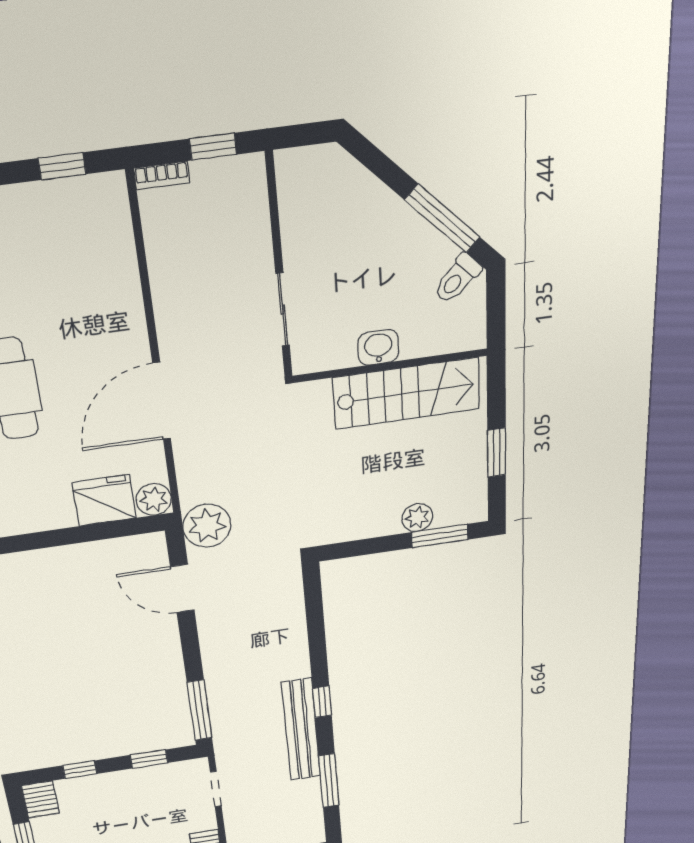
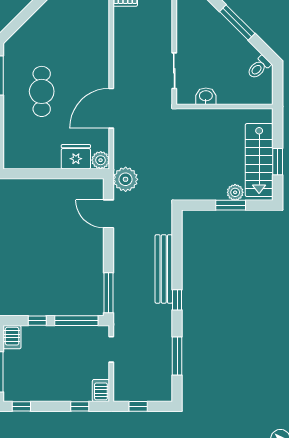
window: (442, 218) -> (237, 22), moved
washbasin: (378, 347) -> (206, 96), moved
stairs: (407, 393) -> (259, 160), moved, turned 90
window: (440, 536) -> (231, 205), moved
bench: (301, 730) -> (164, 269), moved
window: (149, 759) -> (76, 321), width x2.17

